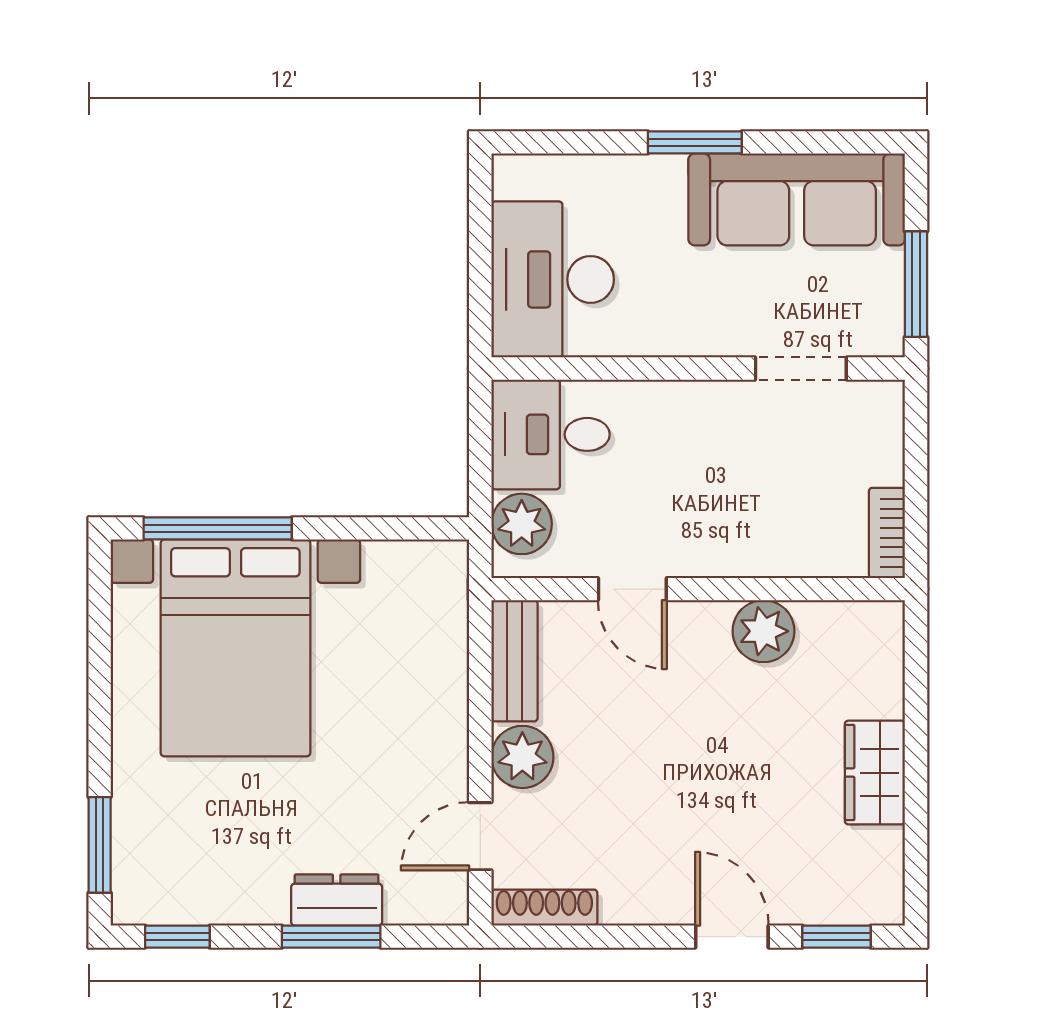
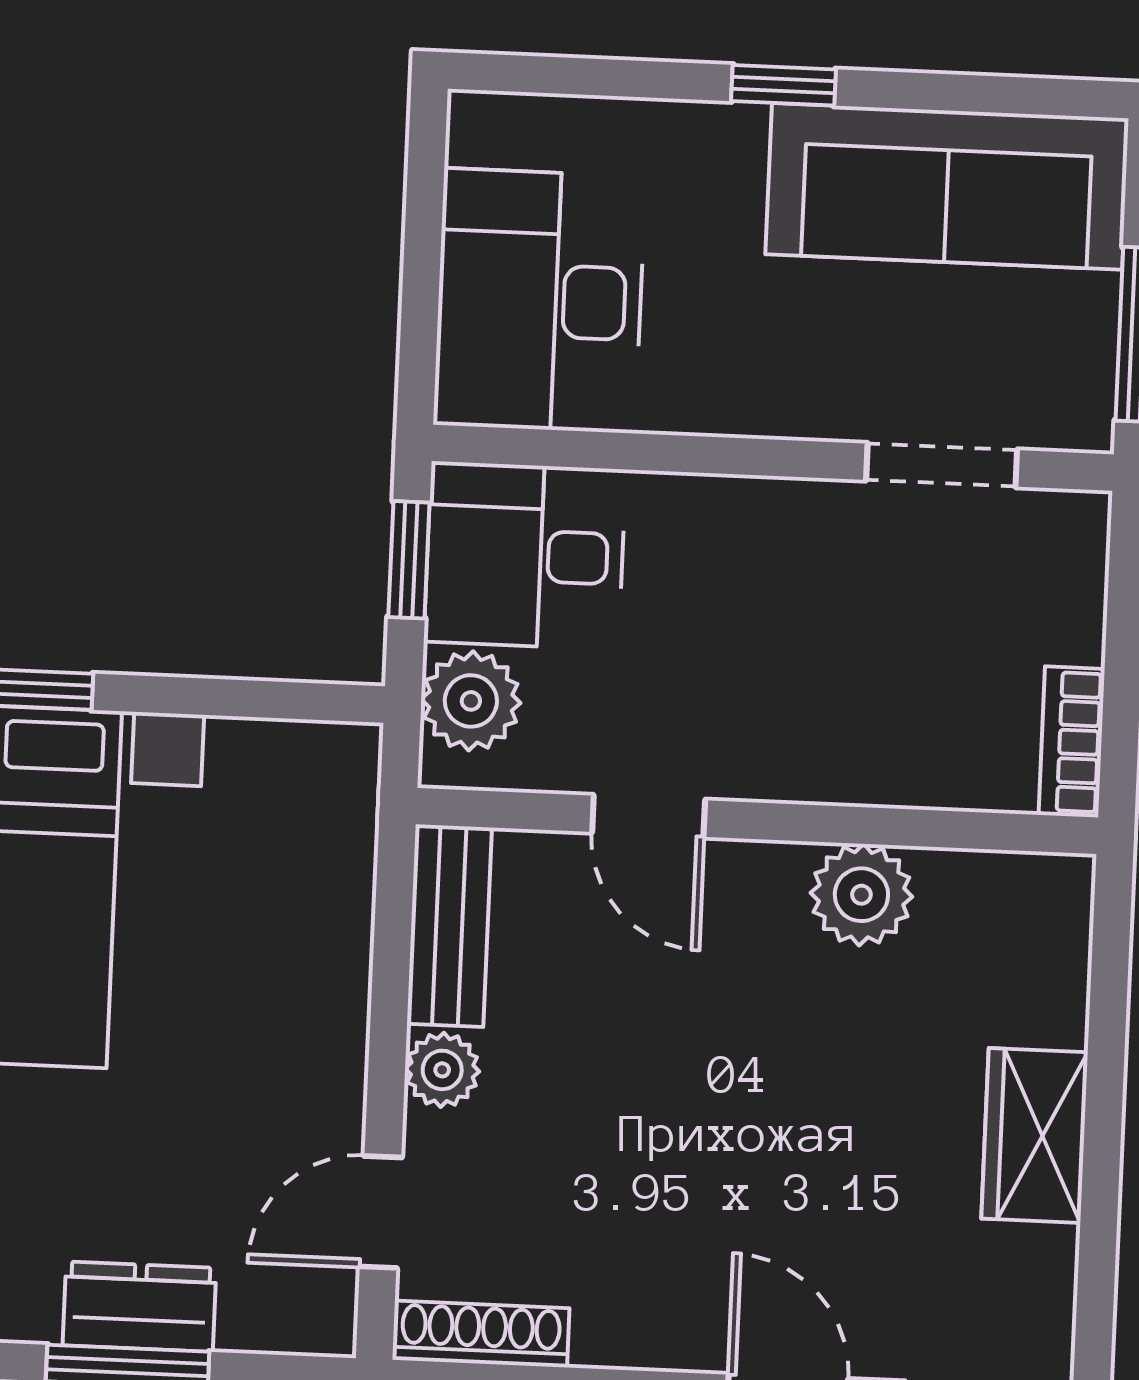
window: (695, 142) -> (783, 85), width x0.67
window: (480, 440) -> (409, 560), added
plant: (522, 757) -> (442, 1070), width x0.73, depth x0.73

